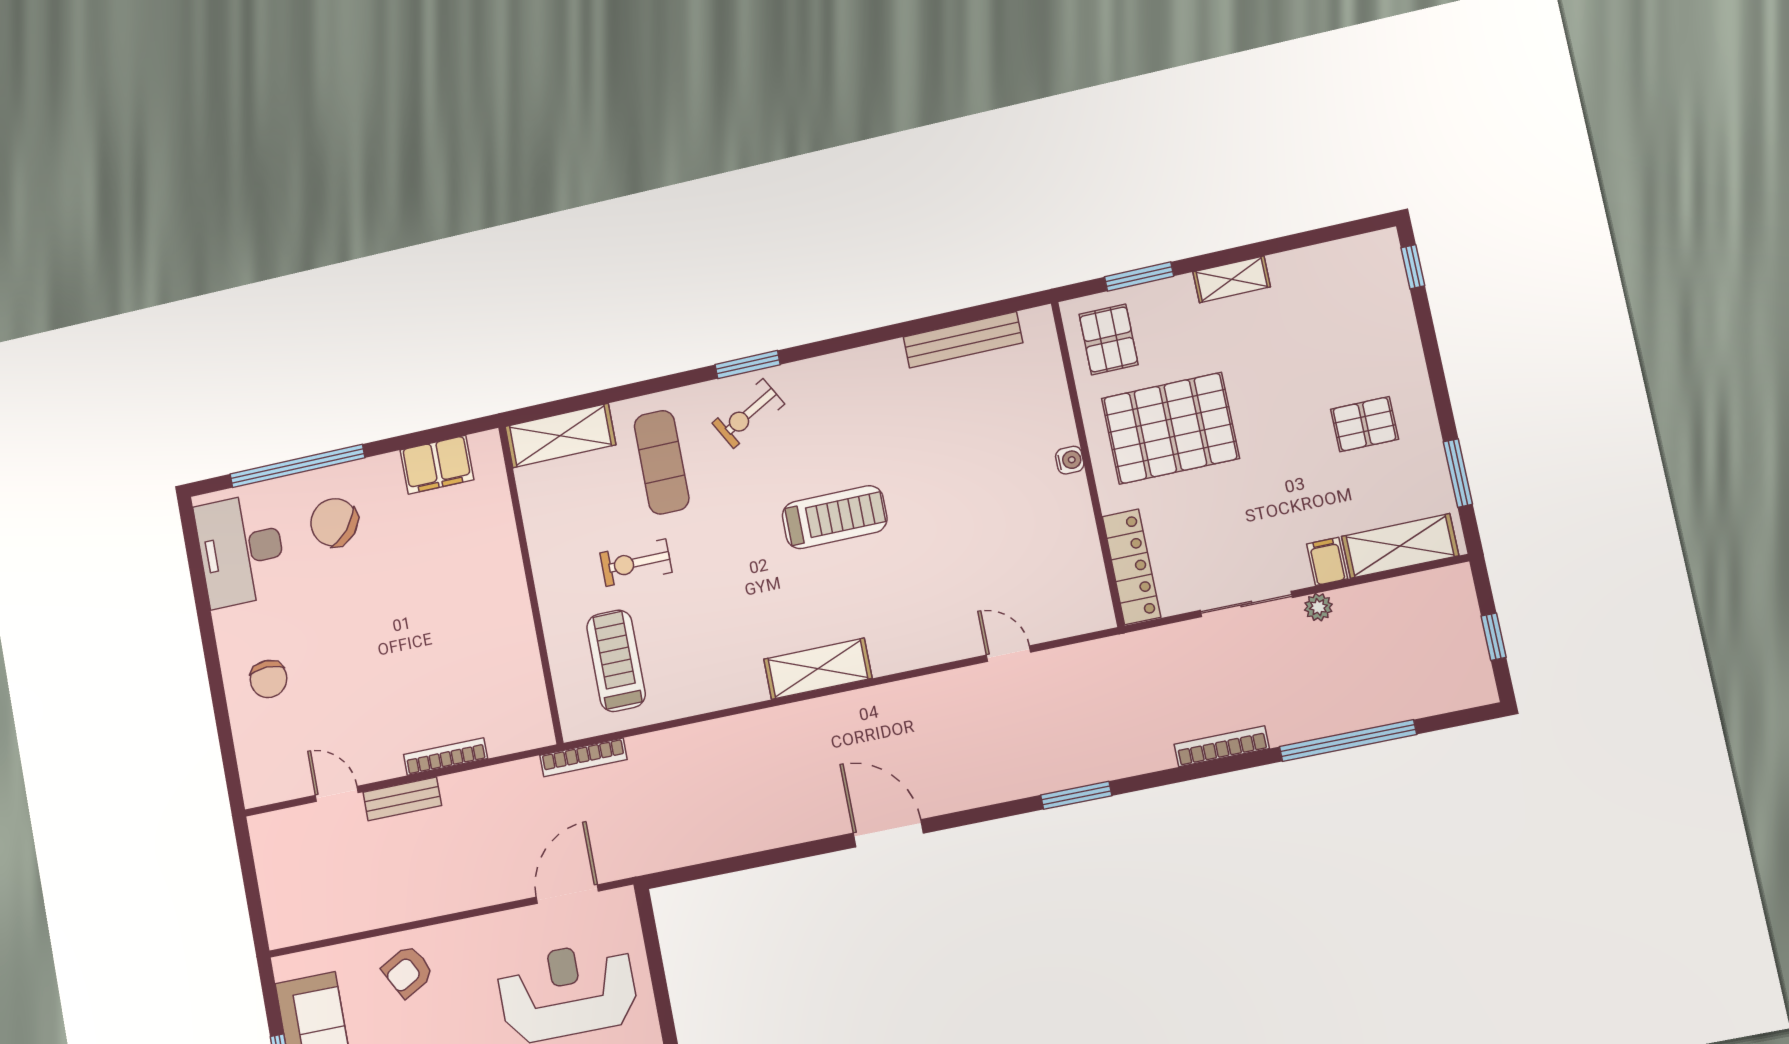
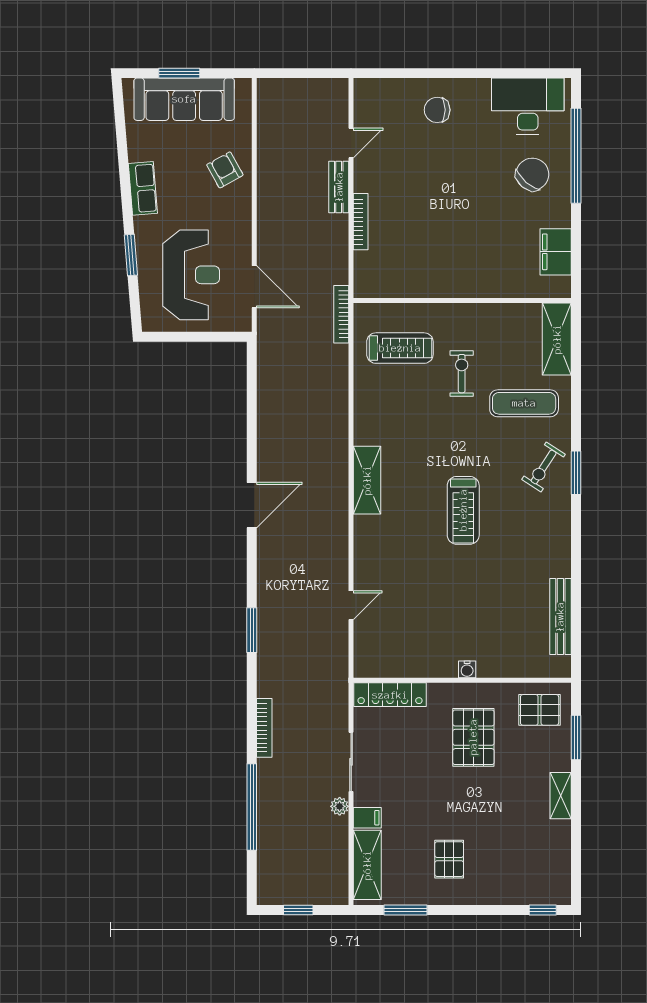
exercise bike: (748, 414) -> (544, 467), turned -118
pallet: (1170, 428) -> (473, 737), width x0.73, depth x0.71

